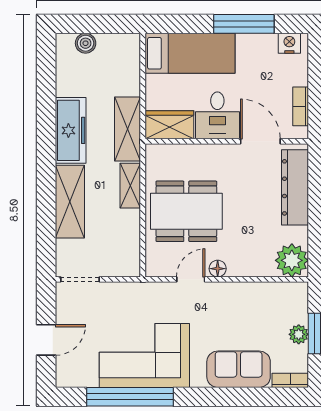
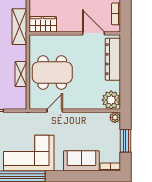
desk: (217, 115) -> (70, 19), removed
shelving: (130, 186) -> (21, 74), moved
floor lamp: (218, 269) -> (70, 105), removed
plant: (299, 334) -> (115, 117), moved

